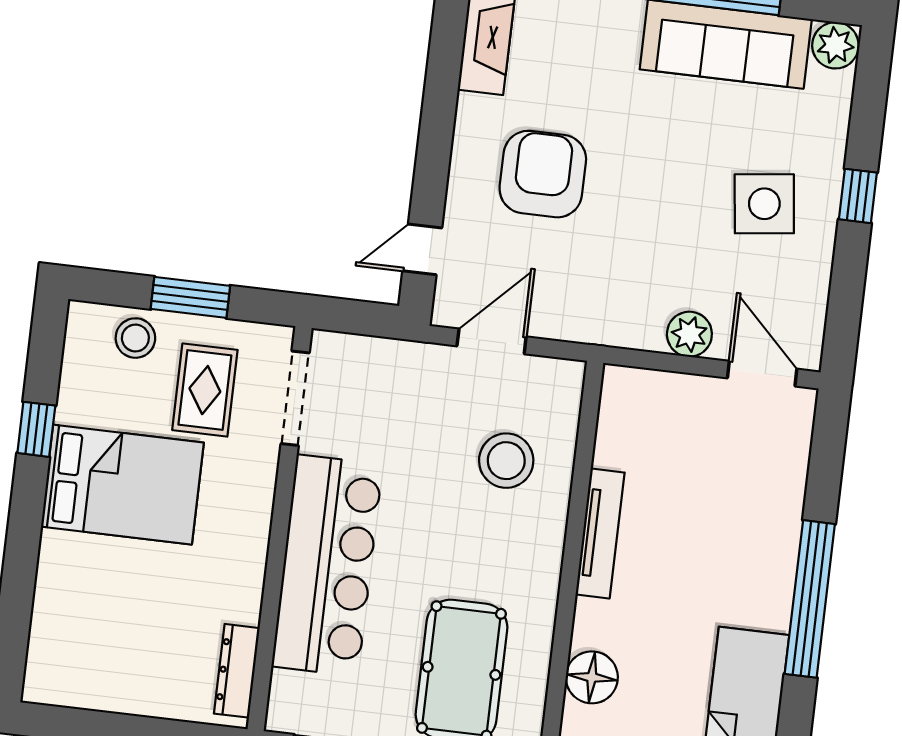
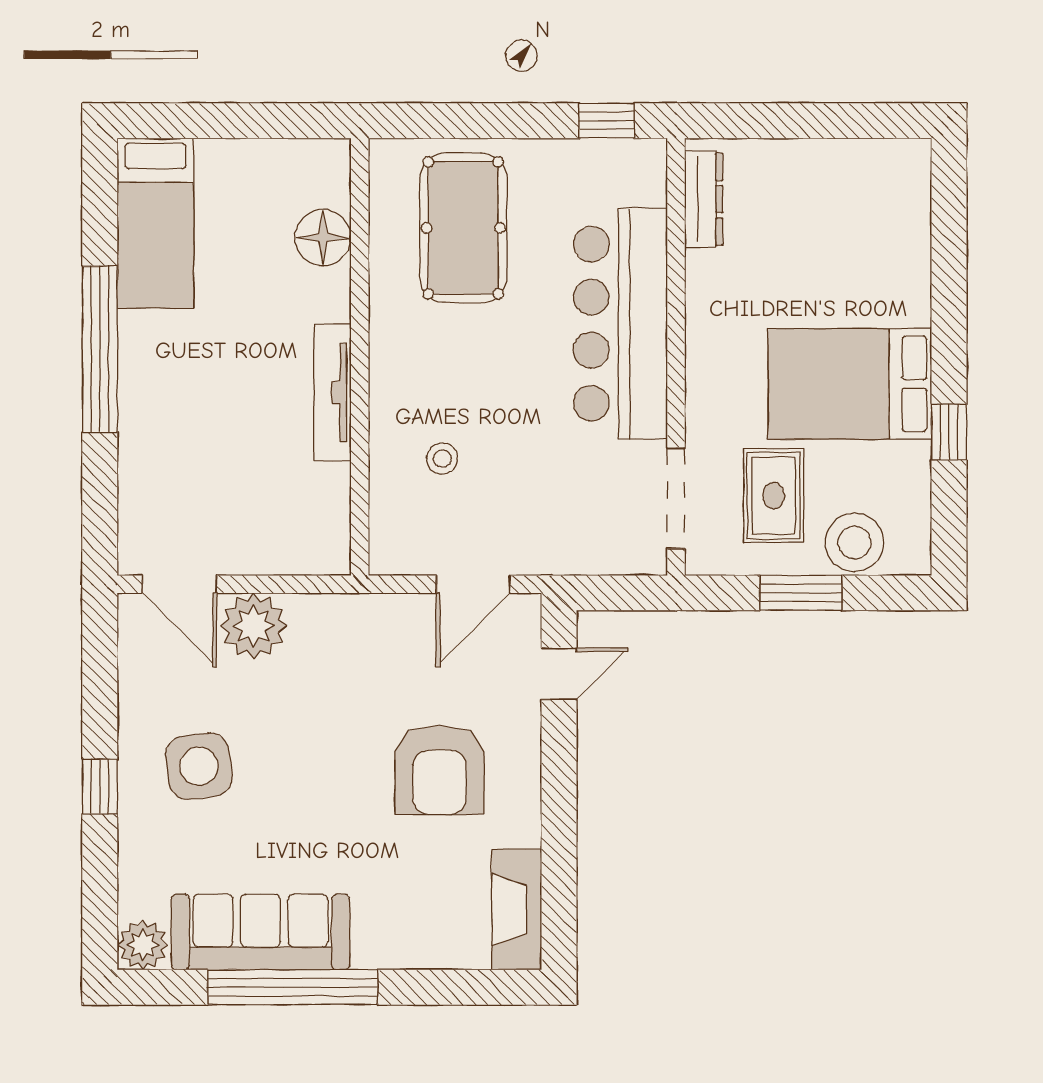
plant: (689, 334) -> (254, 626), width x1.36, depth x1.36
stool: (135, 338) -> (855, 542), width x1.38, depth x1.38
stool: (506, 461) -> (442, 459), width x0.53, depth x0.53

